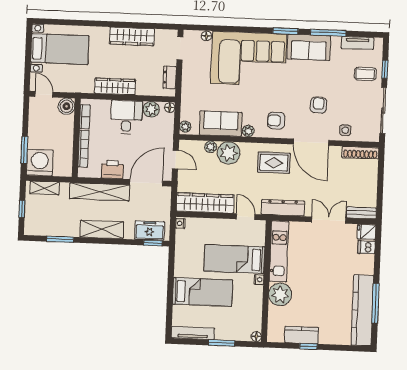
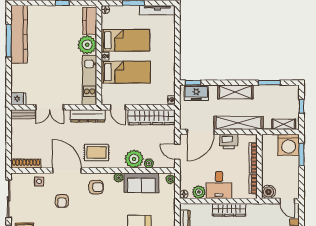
dishwasher: (366, 247) -> (18, 86), removed
bed: (203, 292) -> (125, 40), moved, turned 180
kitchen counter: (301, 335) -> (90, 21), moved, turned 90

